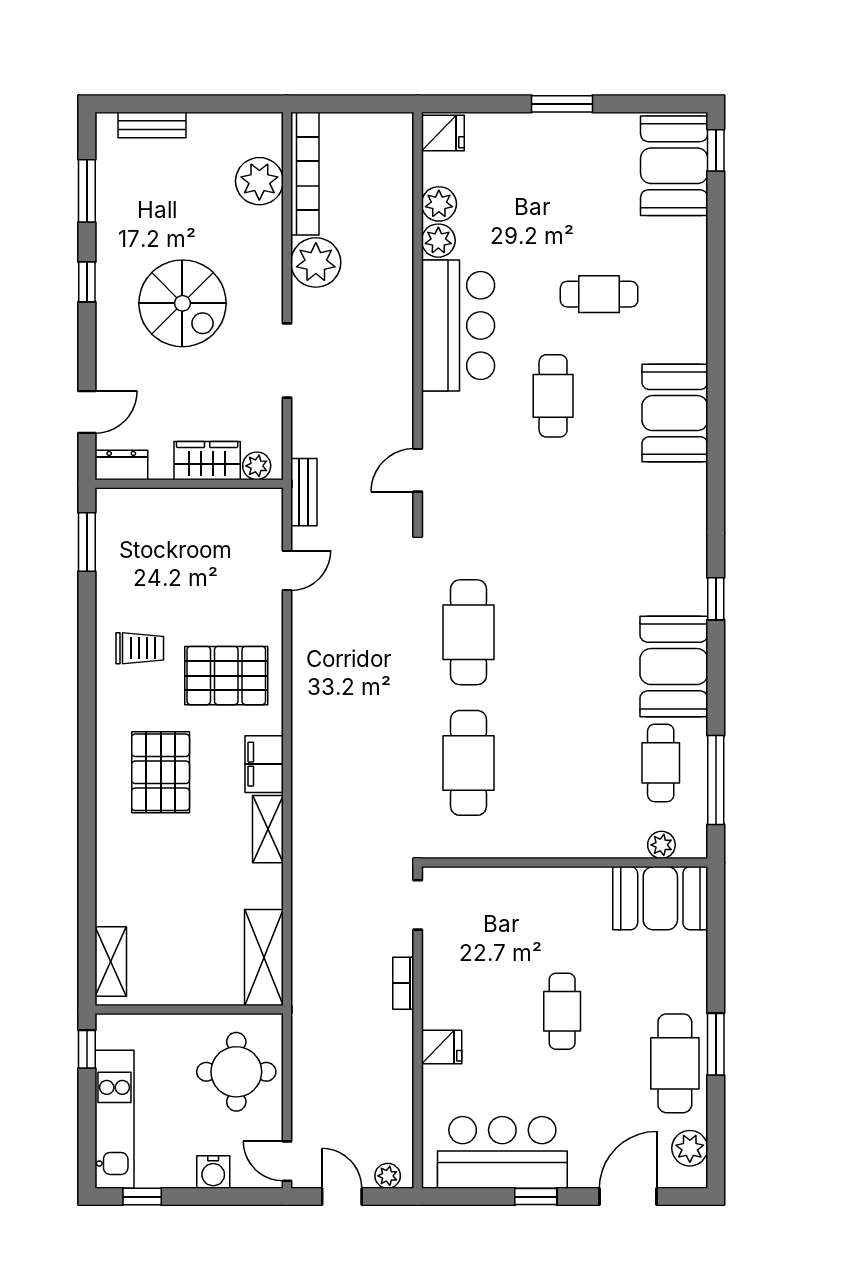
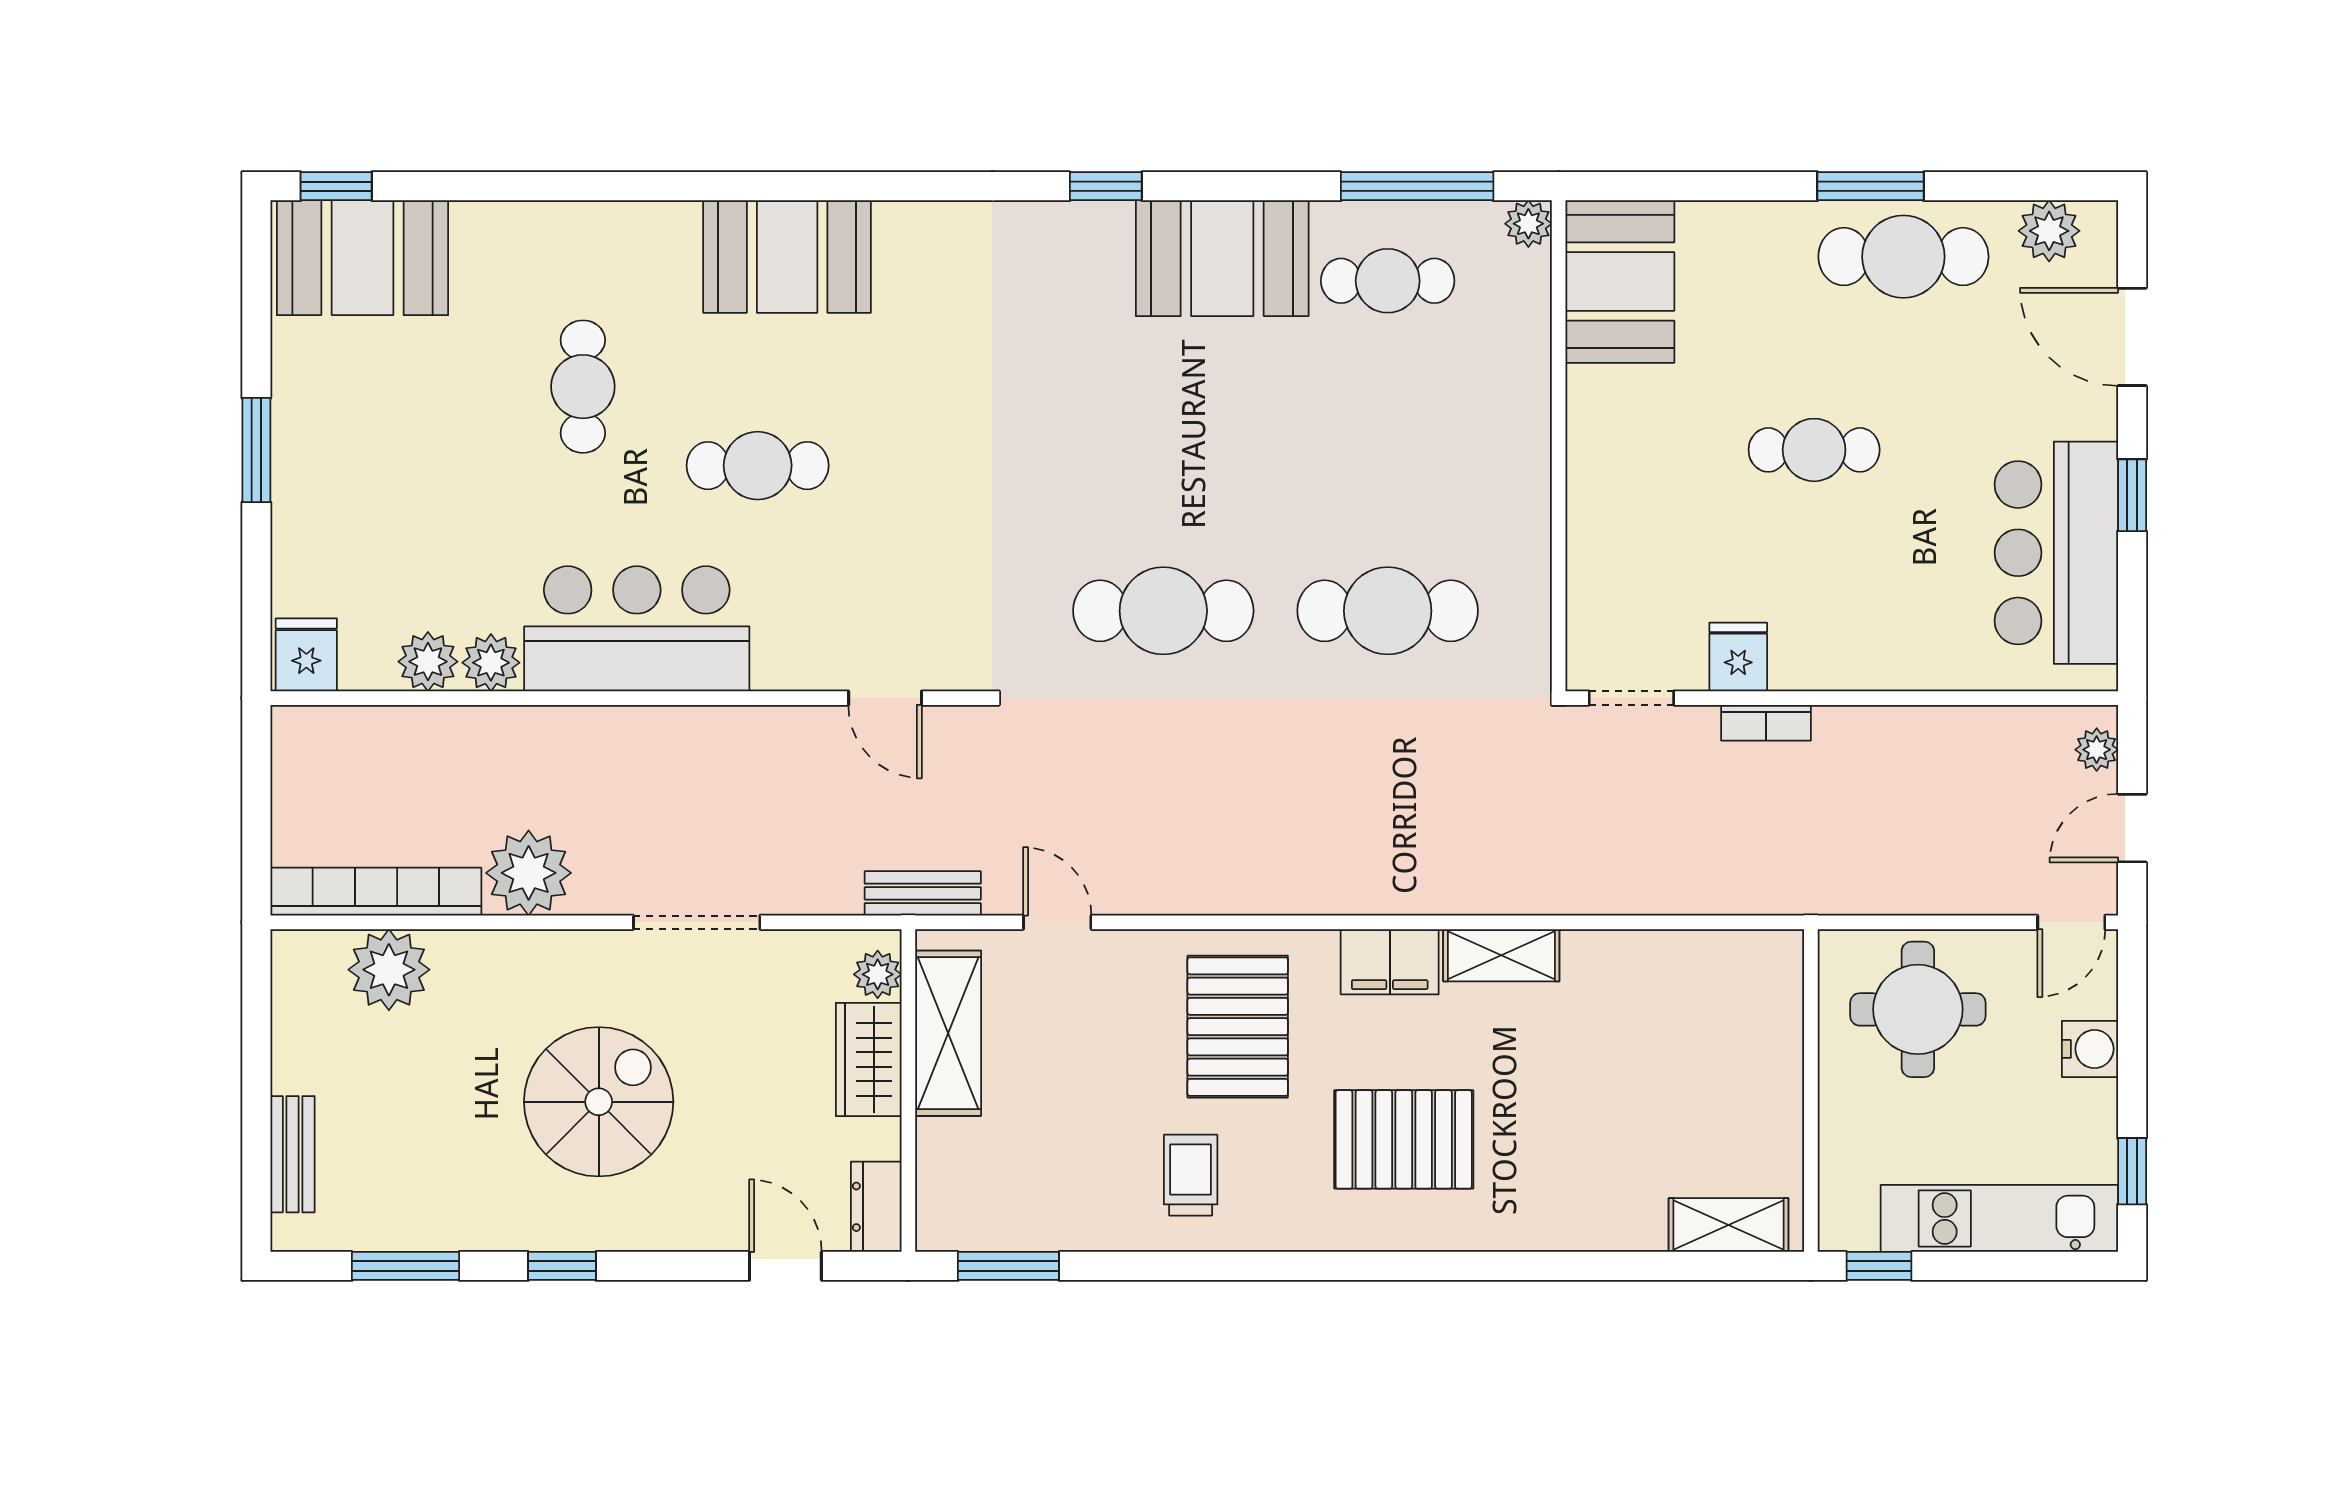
plant: (661, 845) -> (1528, 224), moved
shelving: (264, 957) -> (948, 1033), moved, turned 90
fridge: (442, 1047) -> (1738, 657), moved

